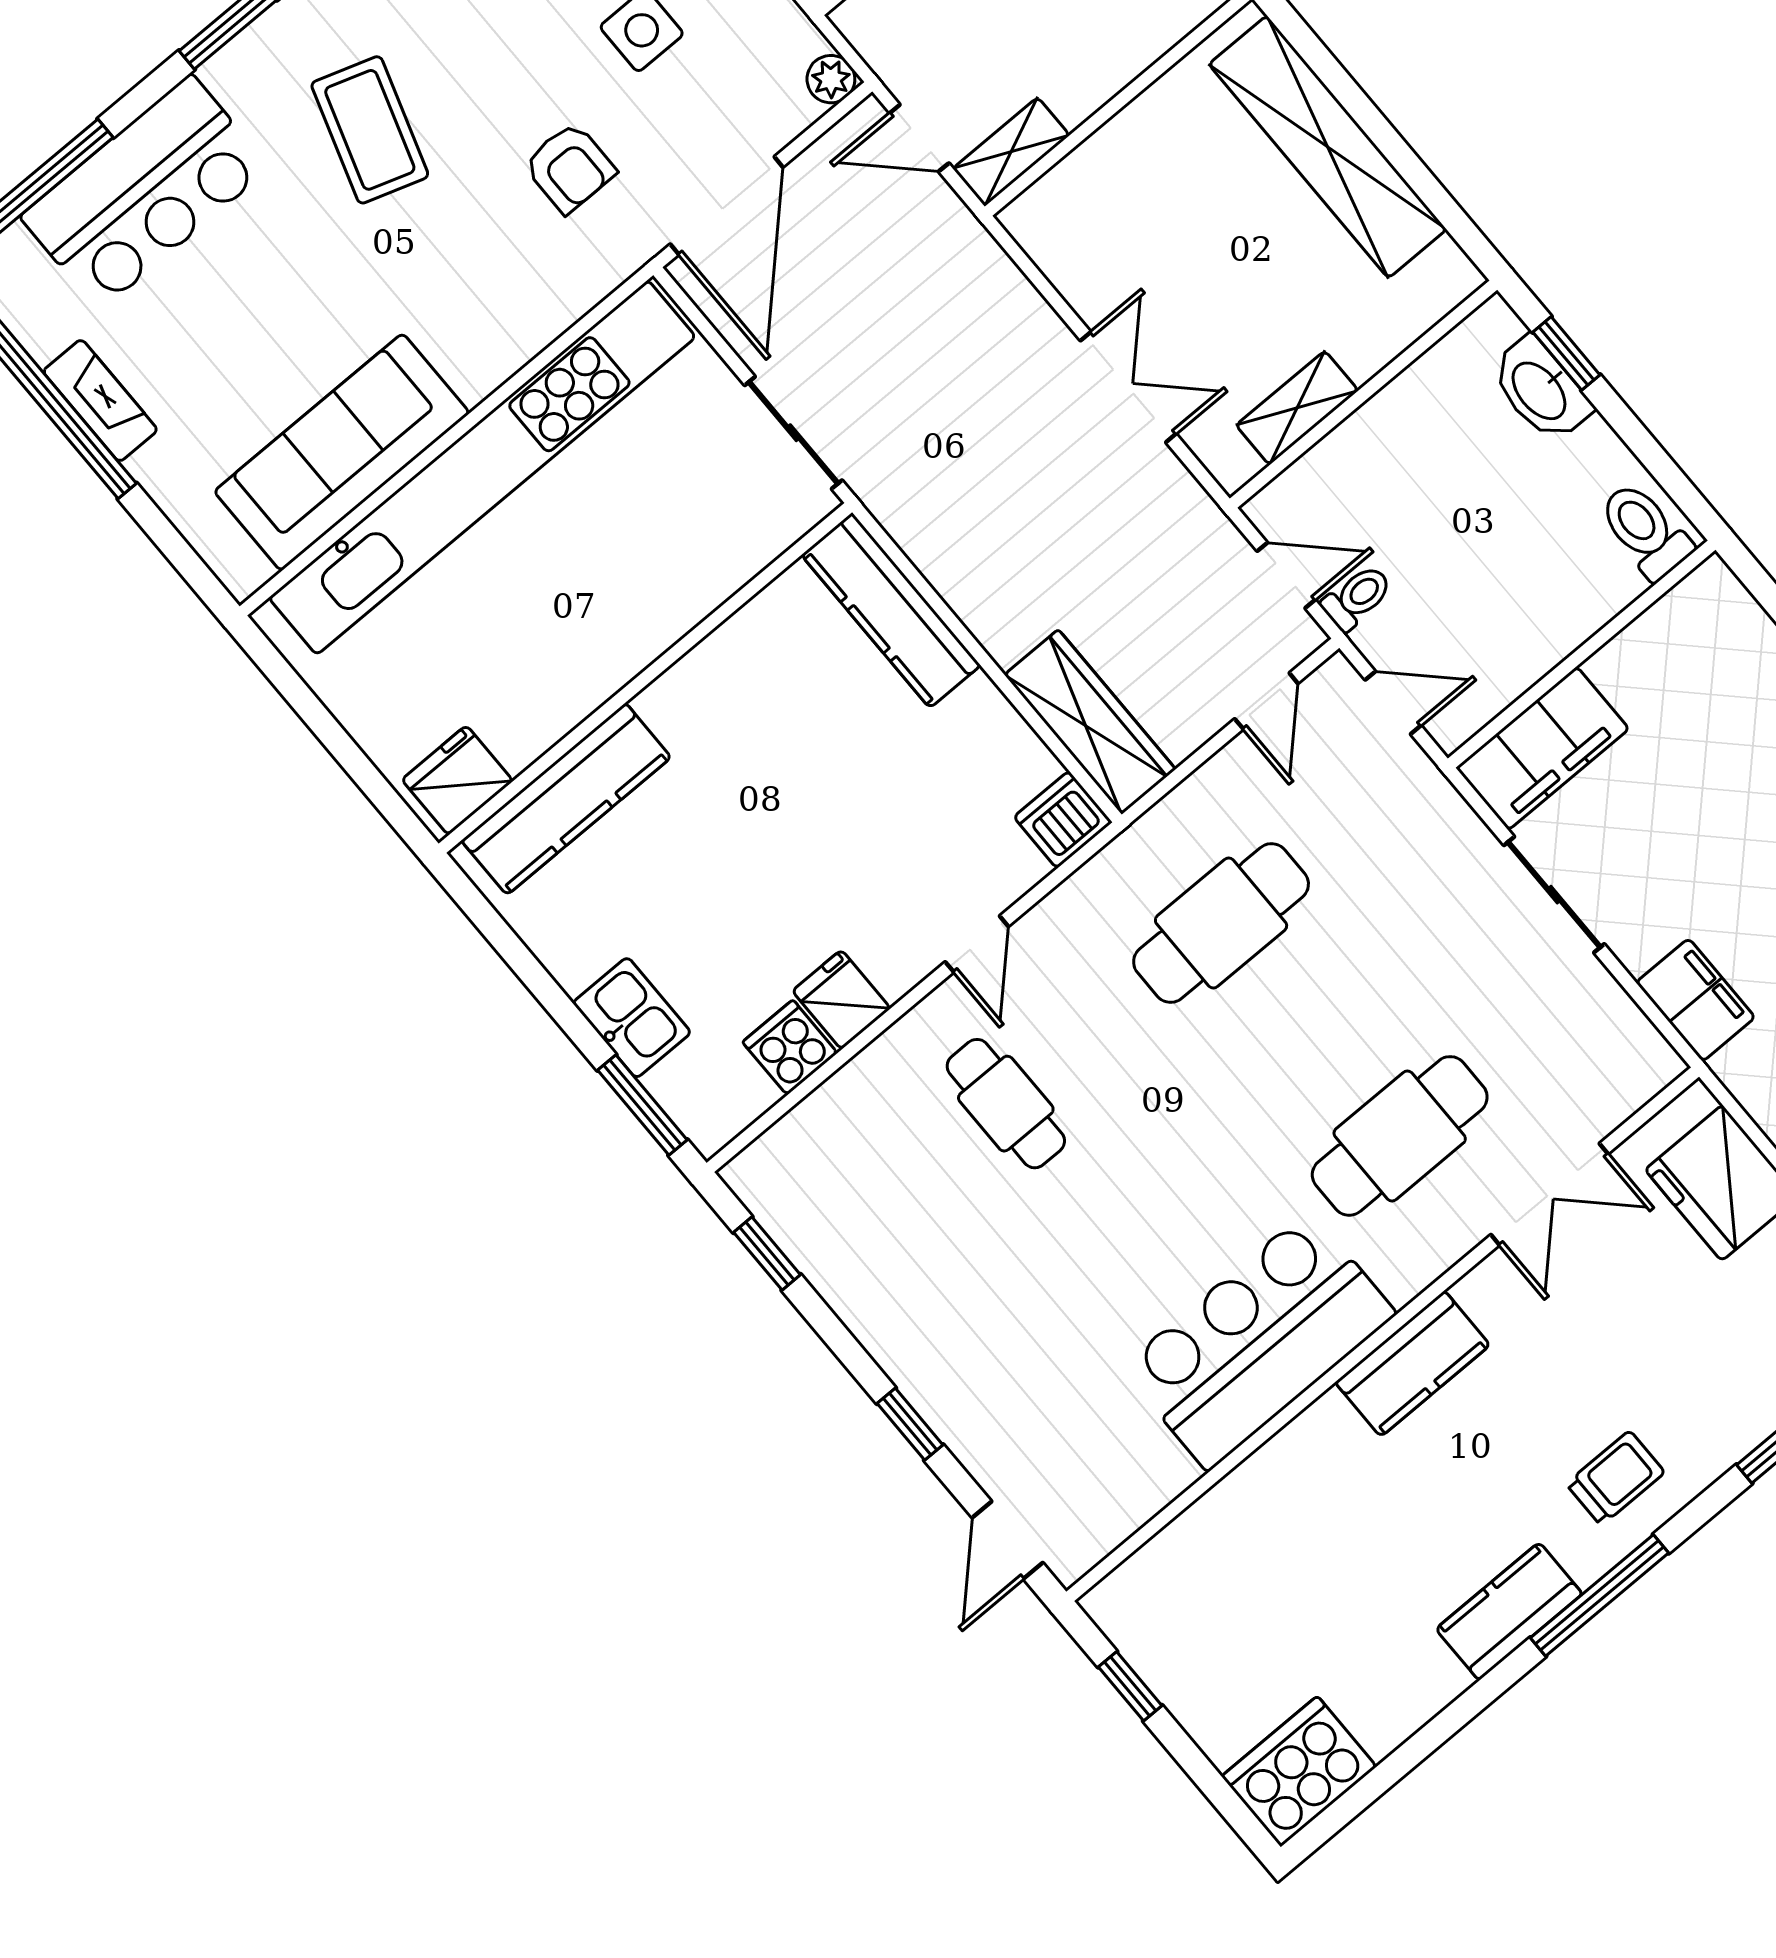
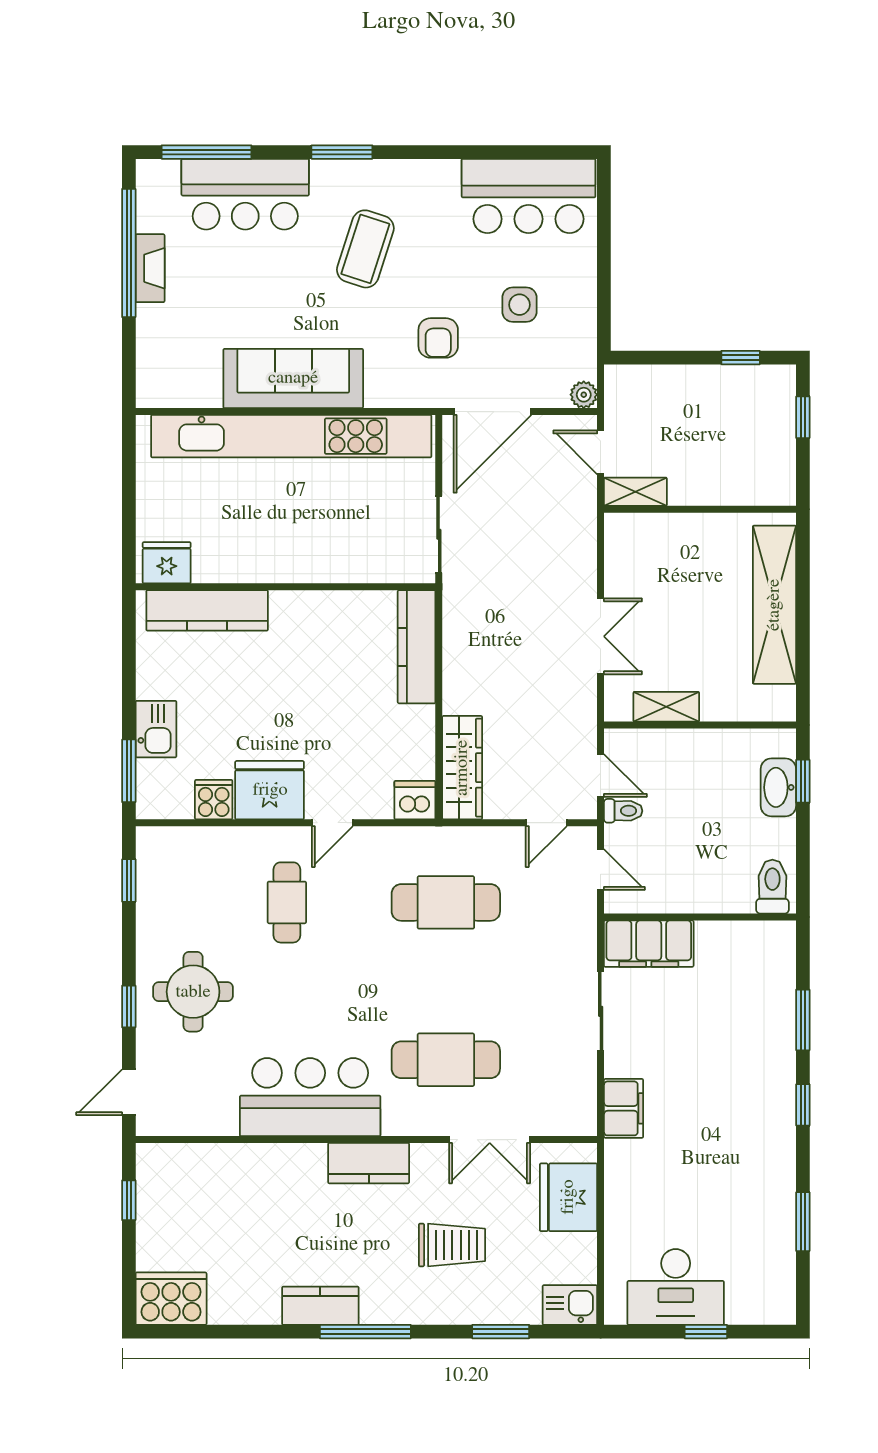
sofa: (342, 452) -> (293, 378), moved
fridge: (841, 1000) -> (270, 790), width x1.88, depth x1.34
round table: (980, 1331) -> (193, 992), added
trolley: (1615, 1478) -> (452, 1245), moved, width x1.36, depth x1.39

